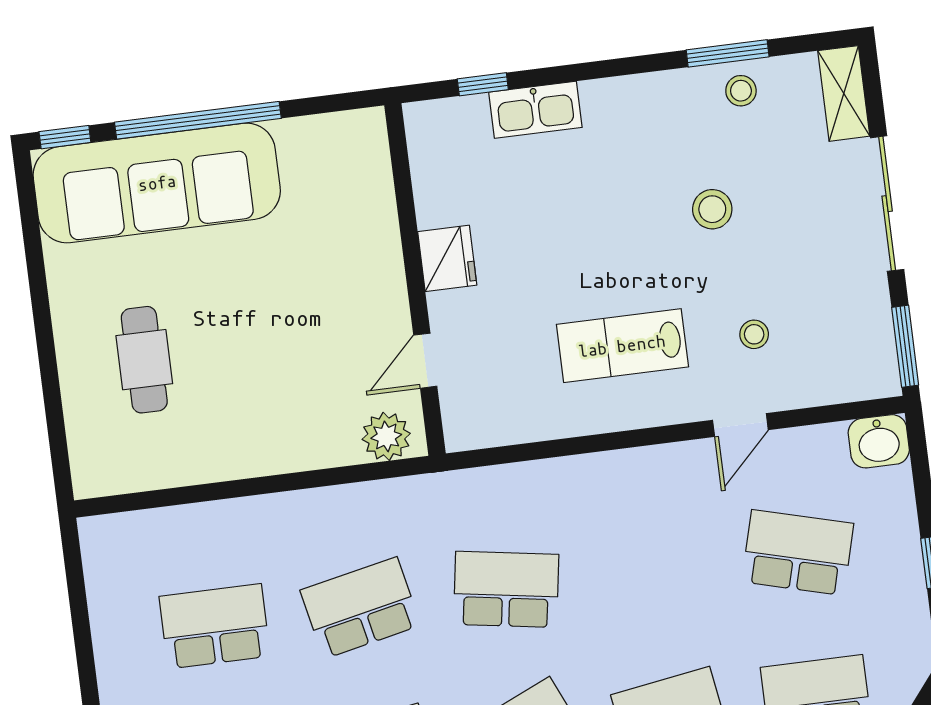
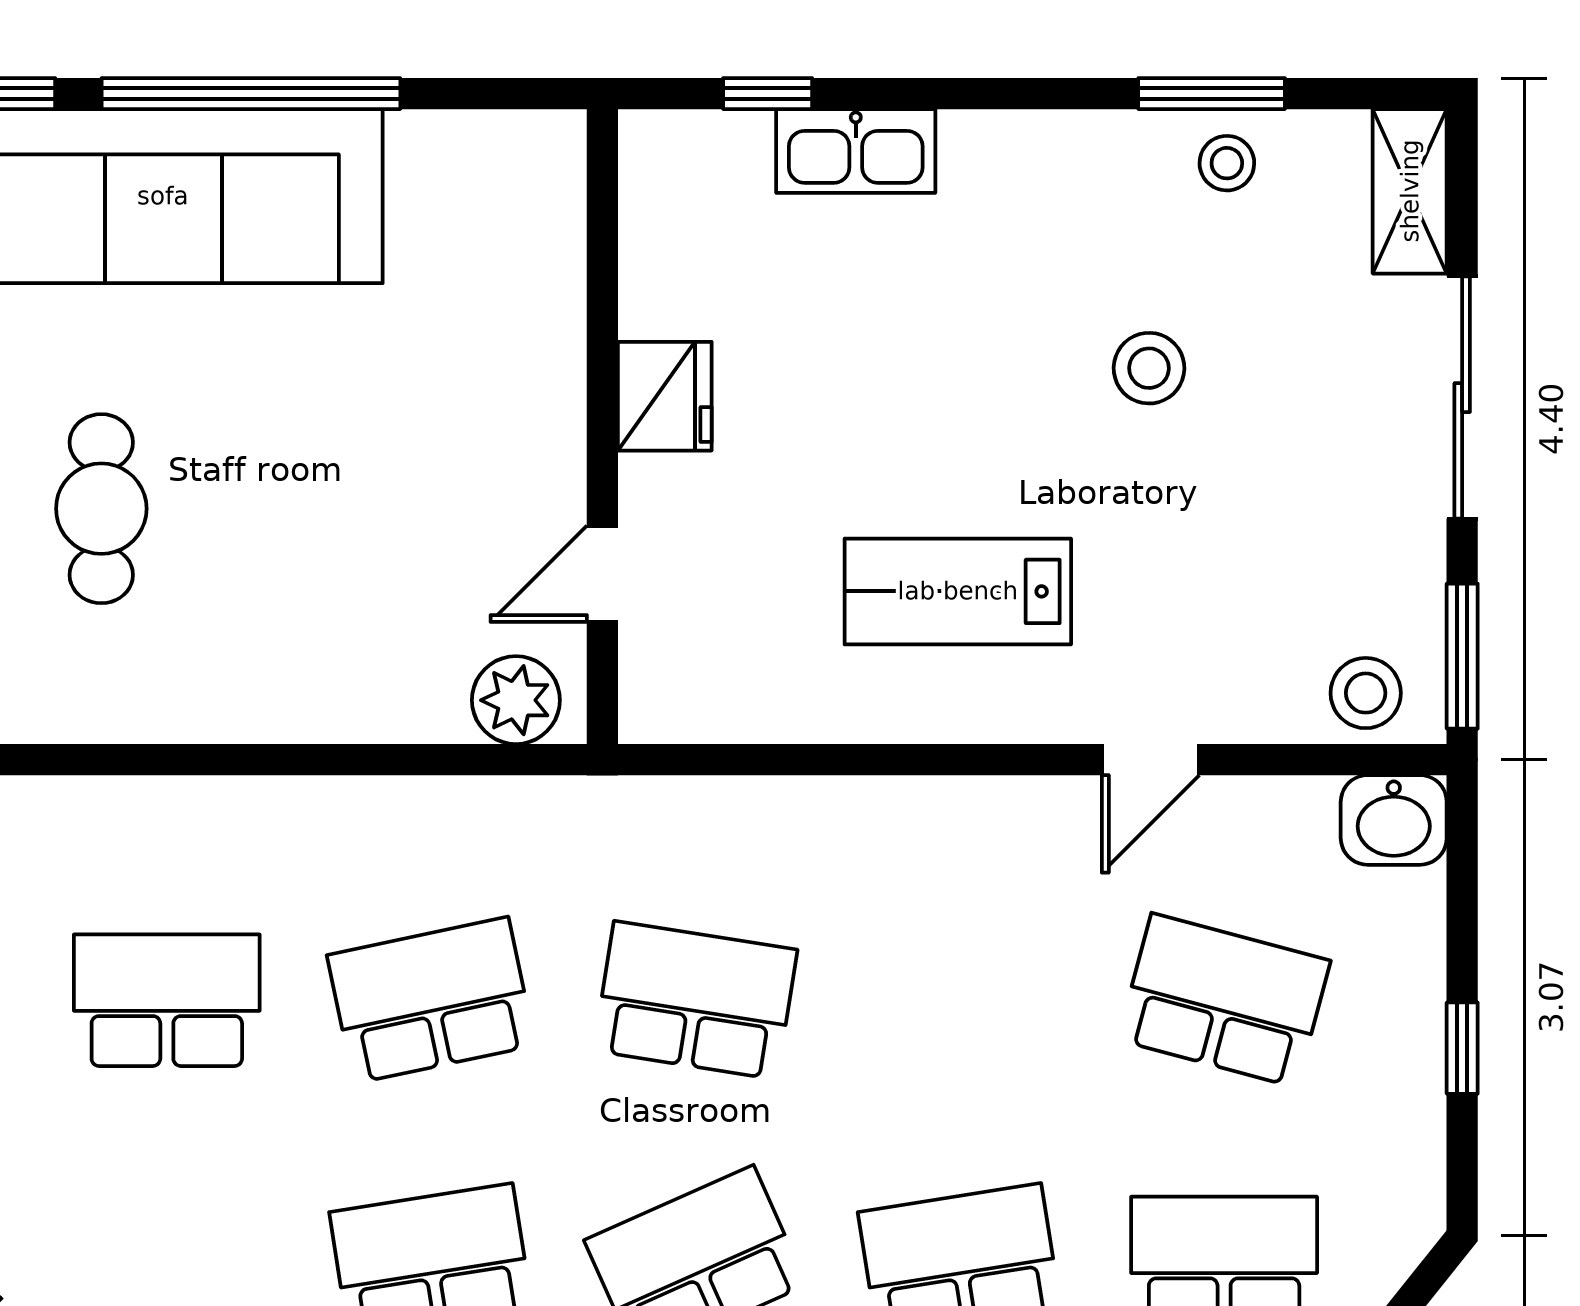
stool: (754, 334) -> (1366, 693), moved, width x1.37, depth x1.37

